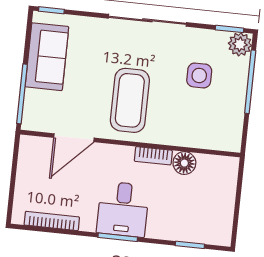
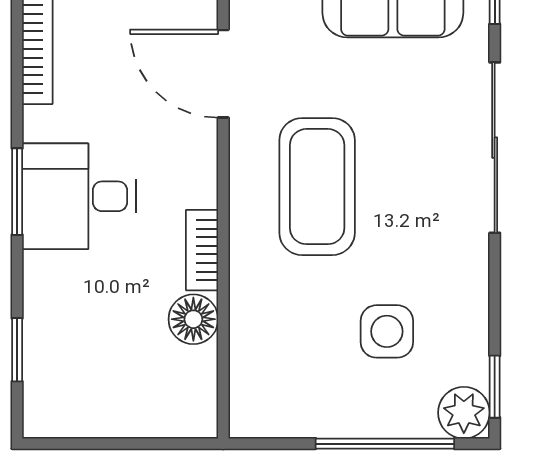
sliding door: (147, 20) -> (495, 148), moved
coffee table: (130, 100) -> (317, 187), turned 90

